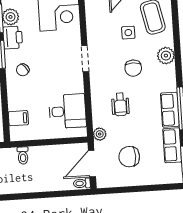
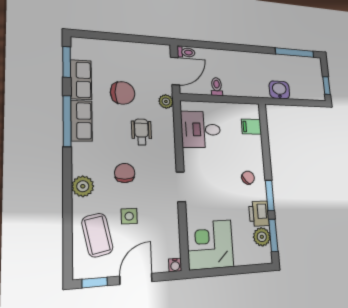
toilet: (23, 155) -> (217, 87), moved
chair: (129, 157) -> (123, 93), moved

